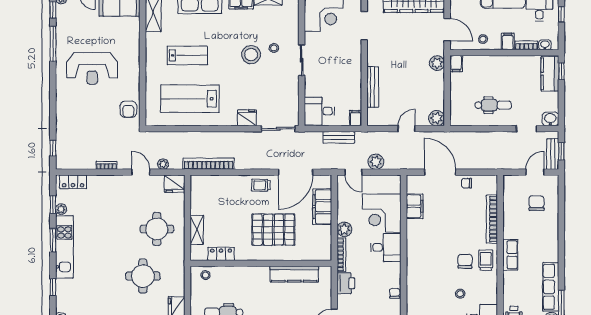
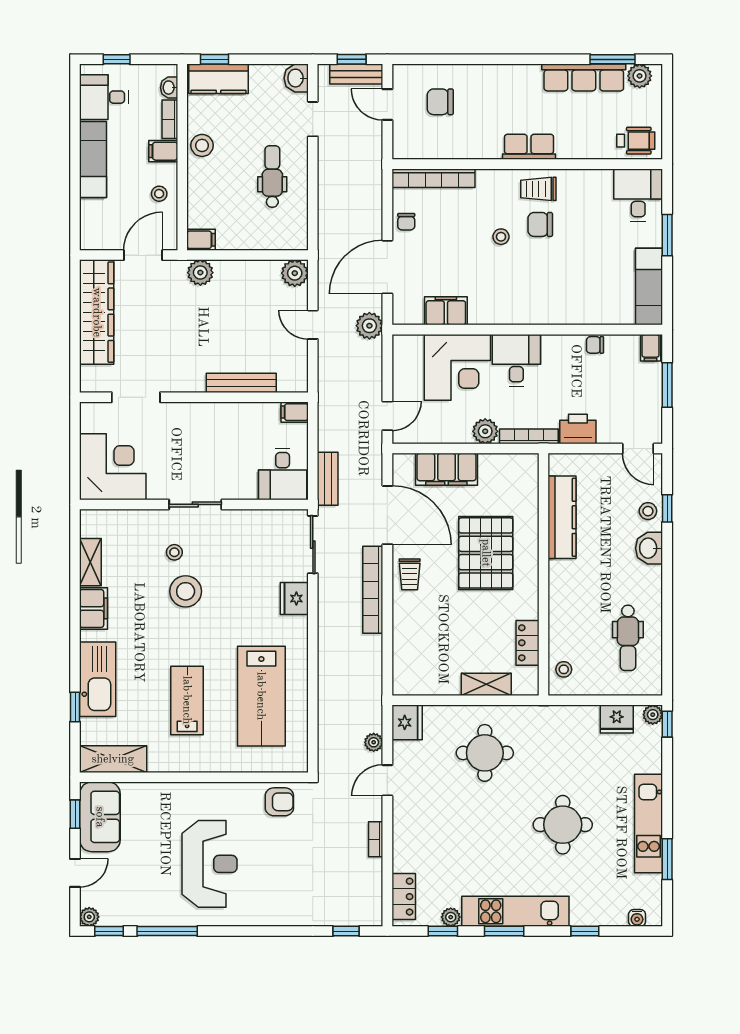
stool: (511, 64) -> (202, 145), added
bench: (339, 137) -> (328, 479), moved
plant: (376, 162) -> (369, 326), moved
bookcase: (208, 164) -> (373, 590), moved
bookcase: (492, 219) -> (433, 178), moved
round table: (143, 276) -> (563, 825), moved
stool: (460, 294) -> (501, 237), moved

